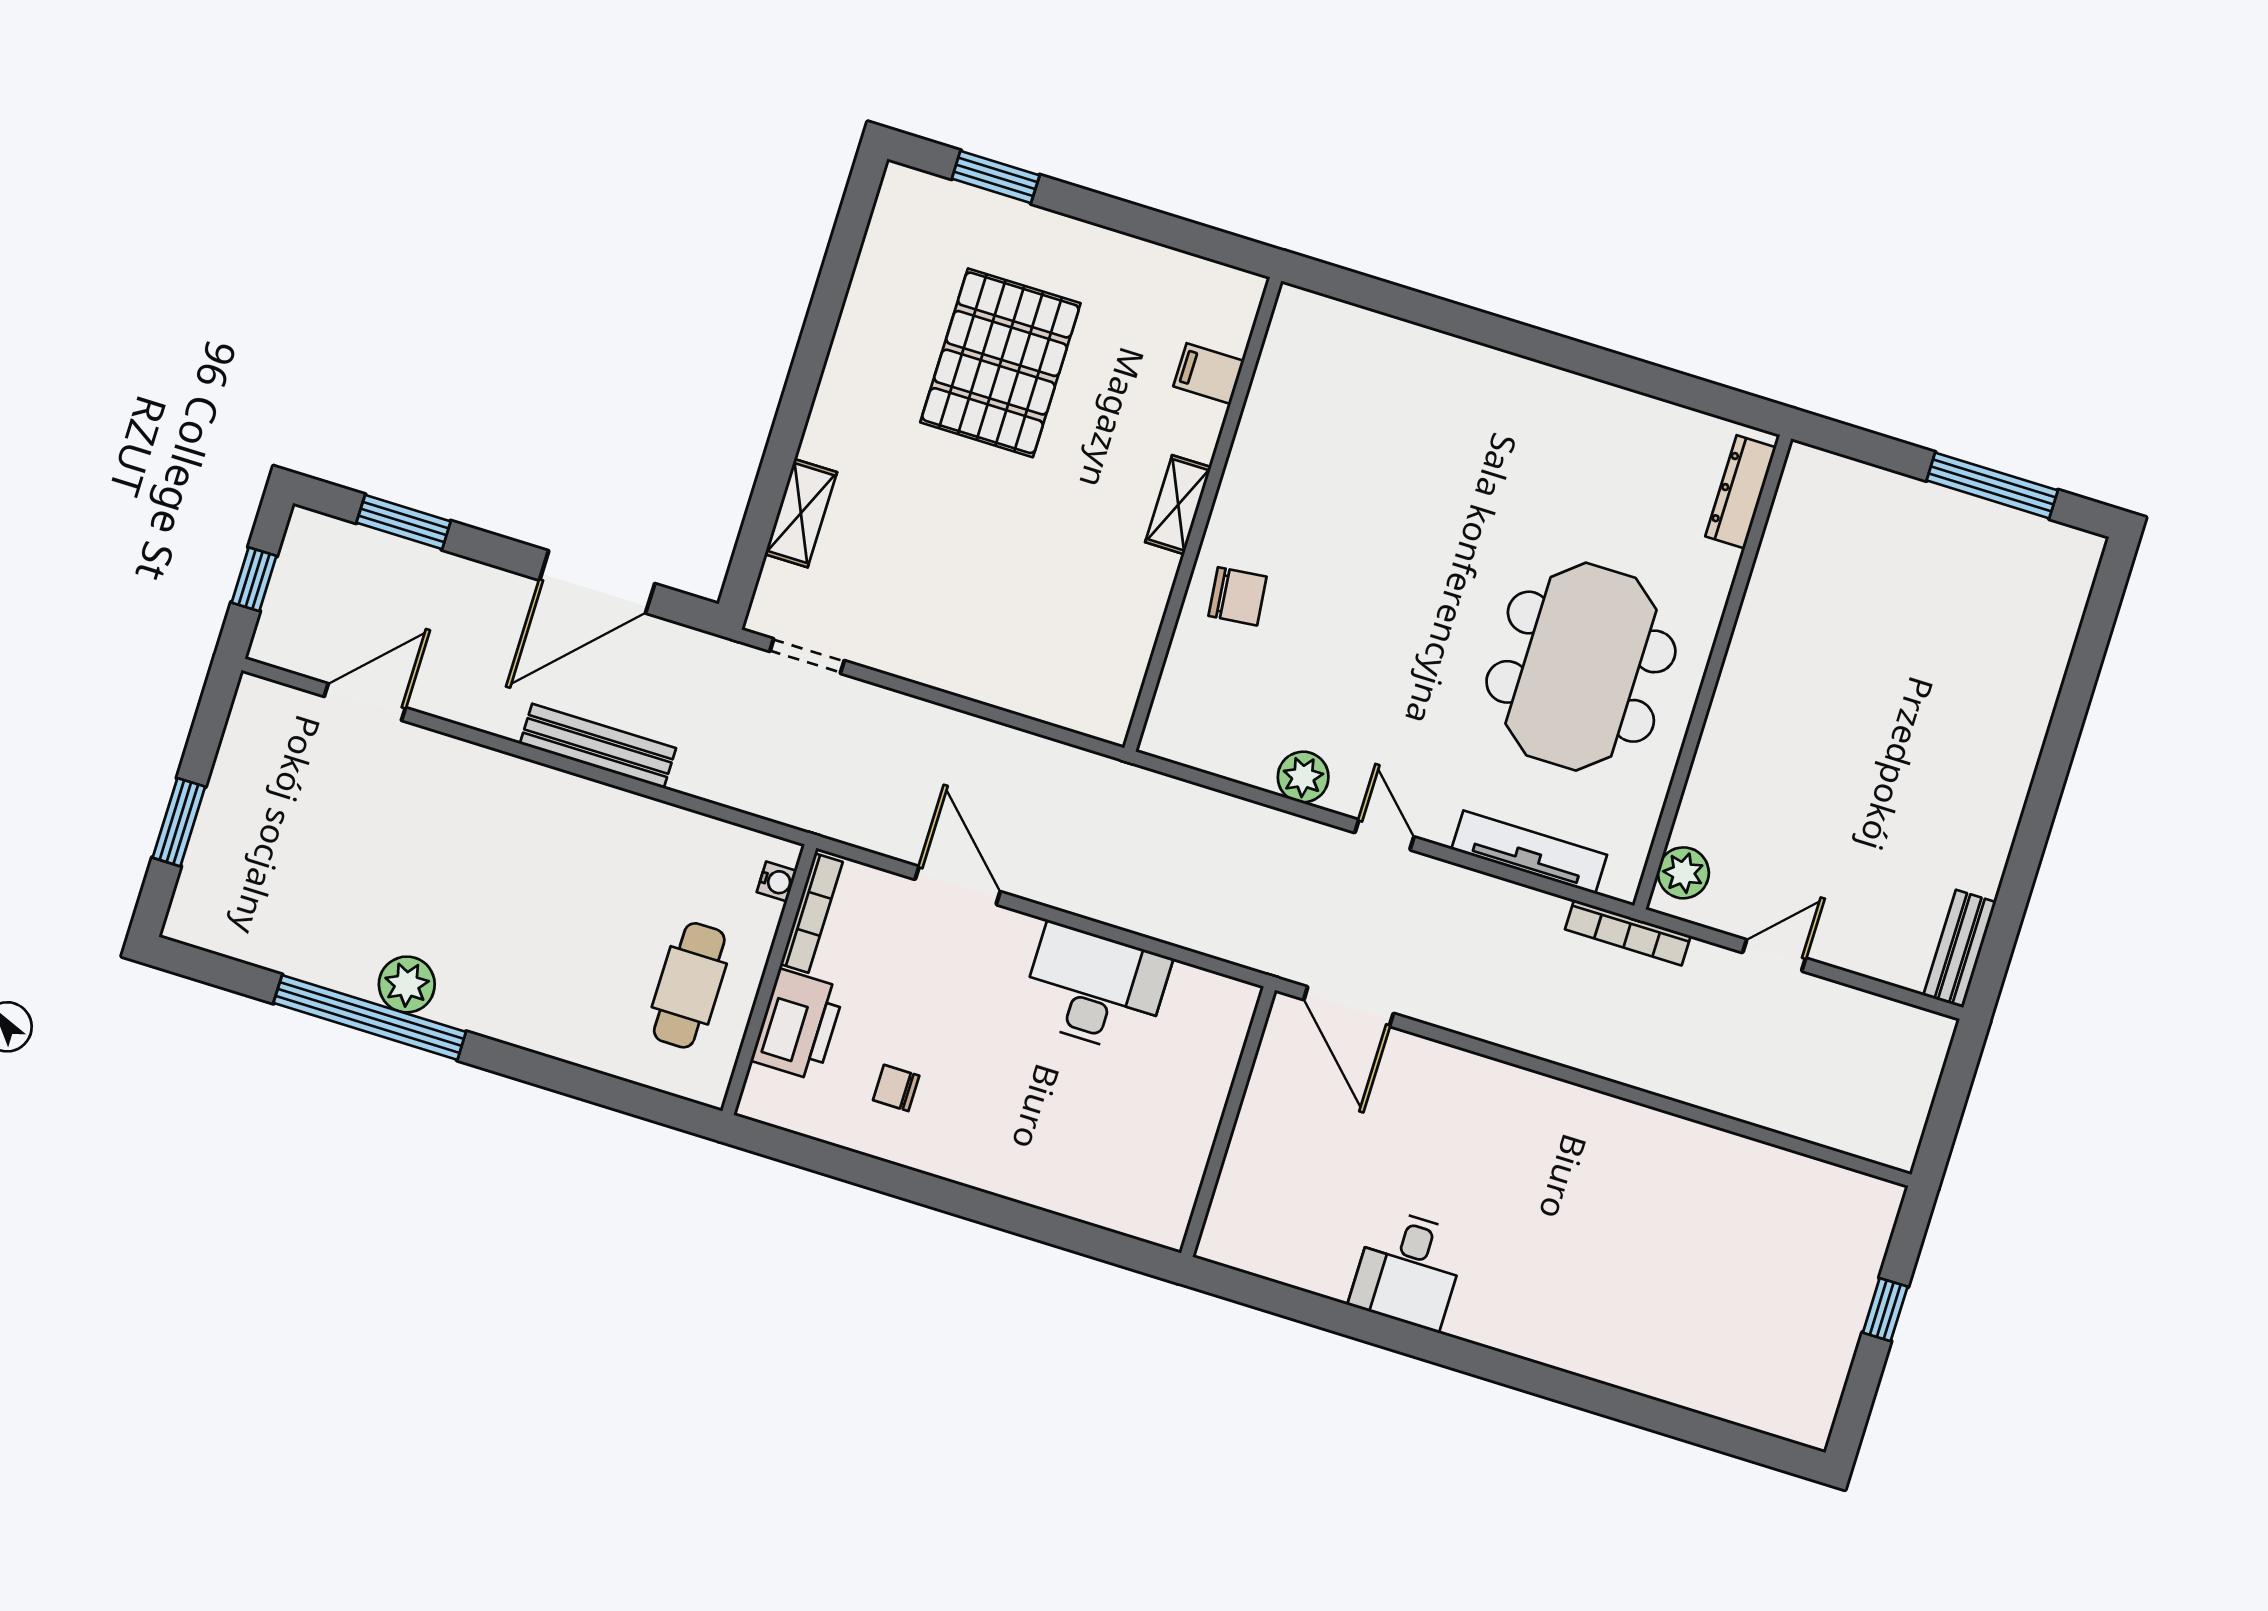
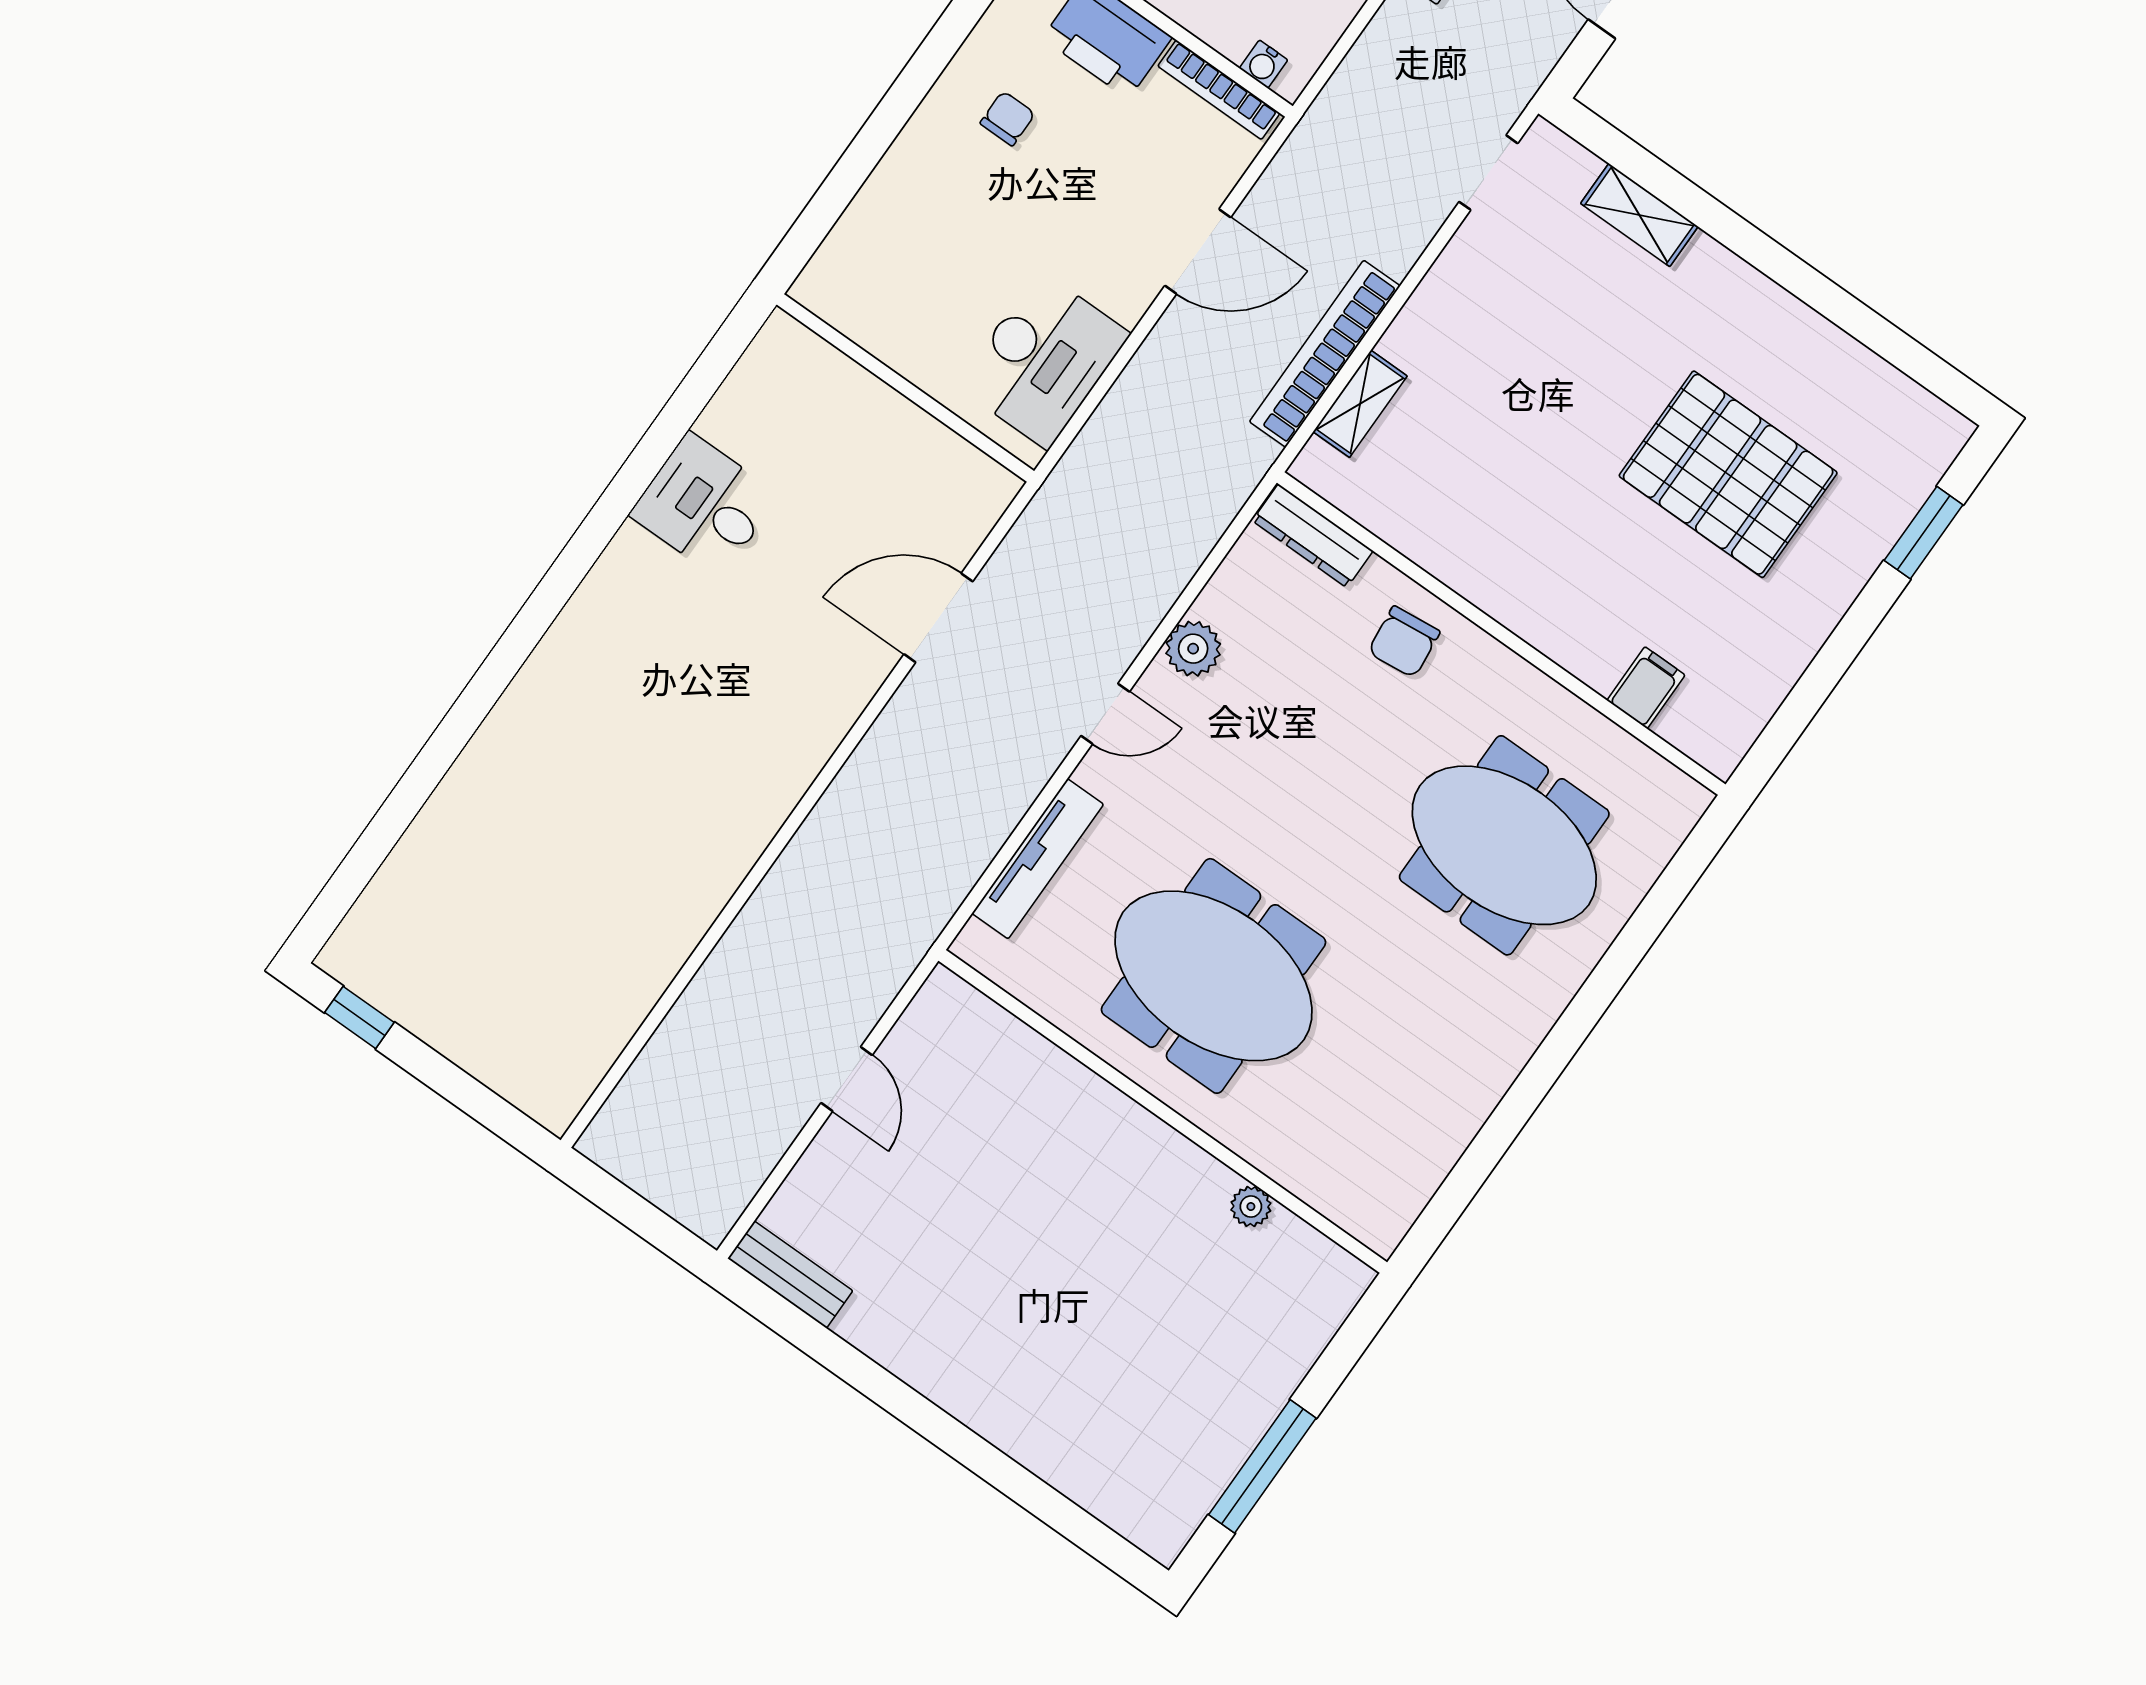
meeting table: (1385, 452) -> (1504, 845), added
dresser: (1741, 492) -> (1313, 536), moved, turned 180
shelving: (1178, 505) -> (1360, 404), moved, turned 90
plant: (1683, 873) -> (1251, 1207), moved, width x0.73, depth x0.73
bookcase: (1628, 933) -> (1325, 354), moved, width x1.48, depth x1.31
wall: (1228, 1122) -> (905, 388), moved
desk: (1408, 1269) -> (704, 505), moved
window: (1885, 1310) -> (359, 1017), moved

